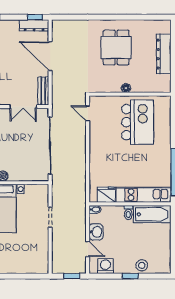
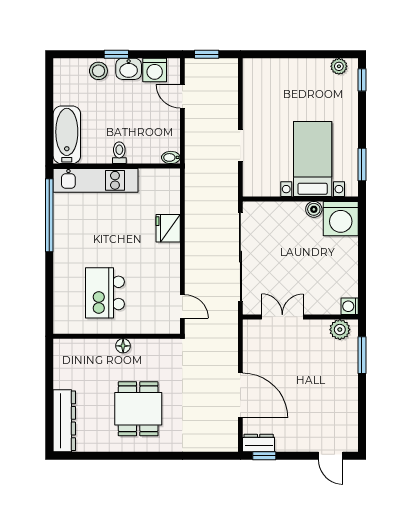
dresser: (34, 25) -> (259, 443), width x0.70
dresser: (164, 54) -> (64, 421), moved
bench: (43, 91) -> (251, 341), removed
kitchen island: (138, 122) -> (105, 293), width x0.73, depth x0.78
fridge: (106, 195) -> (168, 228), moved, turned 90
bathtub: (152, 214) -> (67, 135), moved, turned 90
washbasin: (96, 232) -> (129, 69), moved, turned -90

